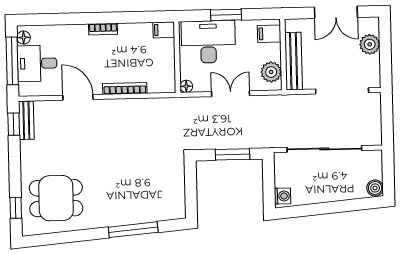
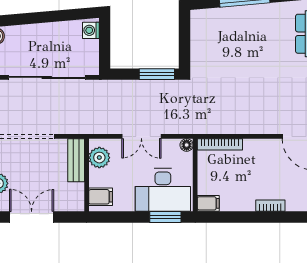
window: (226, 15) -> (165, 217), moved
bench: (294, 61) -> (76, 160), width x0.73
bookcase: (125, 88) -> (220, 144), moved
window: (232, 154) -> (157, 74), moved

